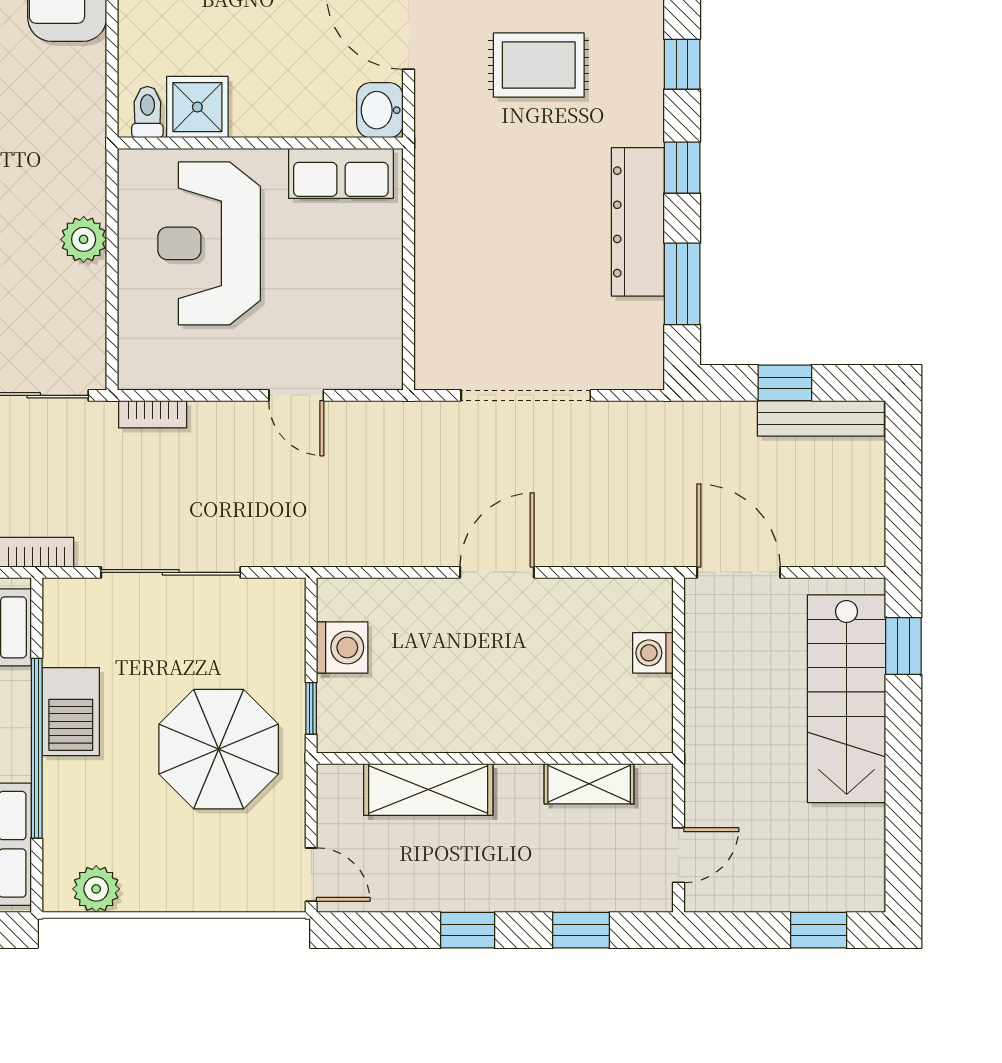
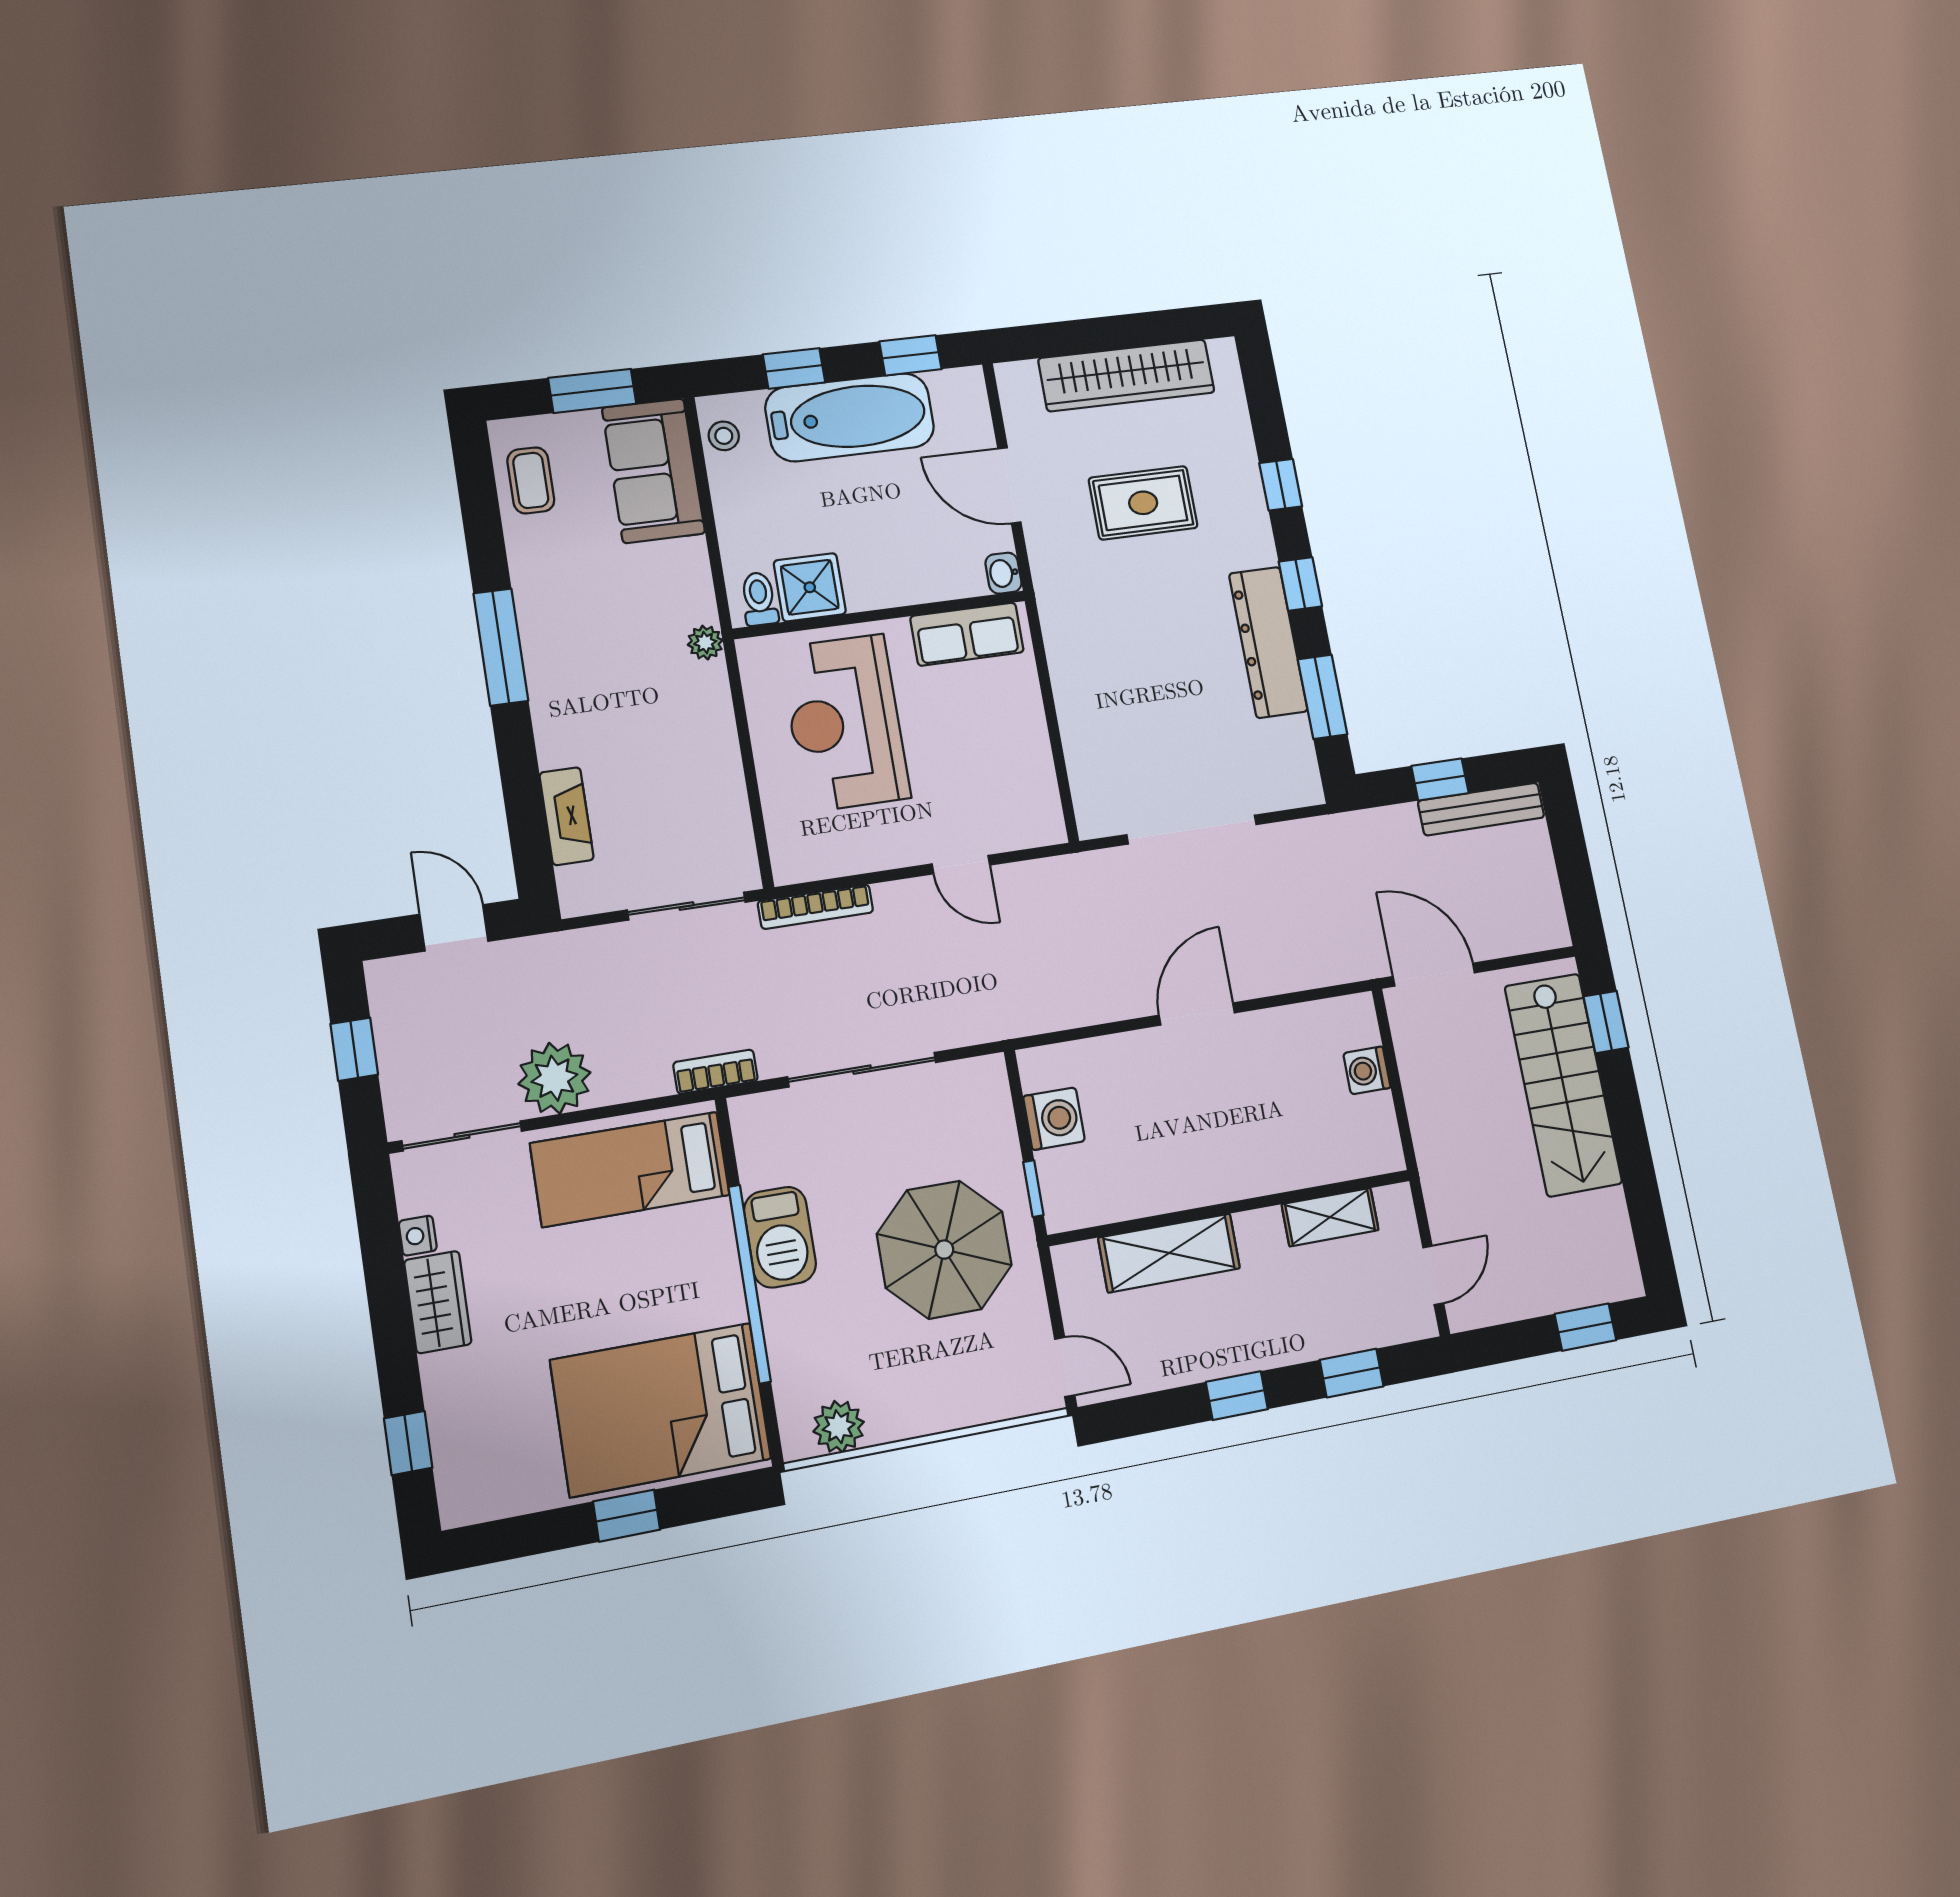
washbasin: (380, 110) -> (1003, 573), width x0.72, depth x0.69
plant: (84, 239) -> (705, 643), moved, width x0.73, depth x0.73
bookcase: (153, 414) -> (816, 907), width x1.56

